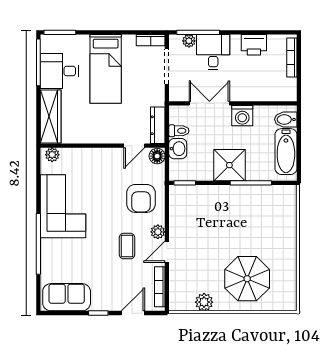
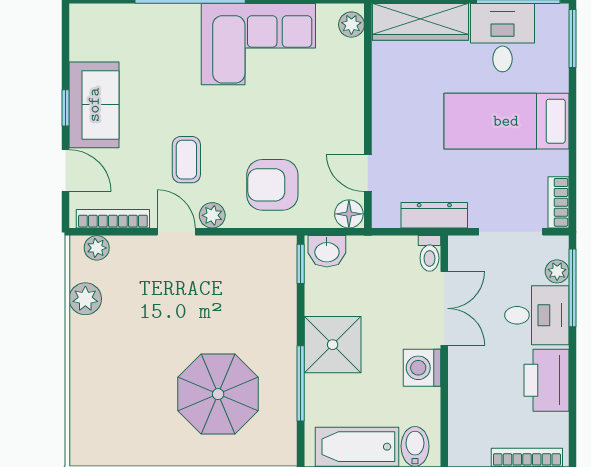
printer: (254, 45) -> (546, 380), width x1.37, depth x1.19
dresser: (158, 125) -> (434, 215), moved
toilet: (179, 131) -> (429, 253), moved
washbasin: (178, 149) -> (327, 251), moved
coffee table: (127, 246) -> (186, 160), turned 90
parasol: (247, 279) -> (218, 394), moved
plant: (176, 296) -> (97, 248), added
sofa: (67, 297) -> (94, 105), moved

